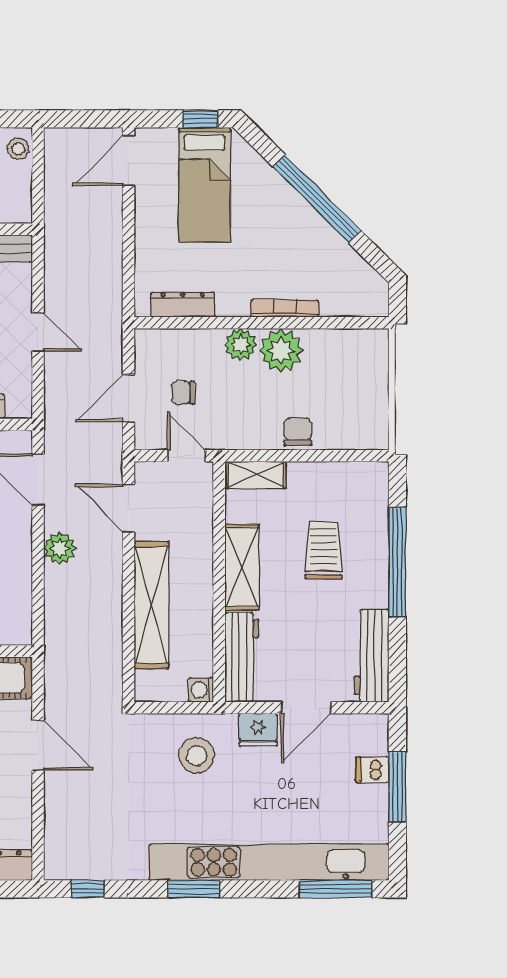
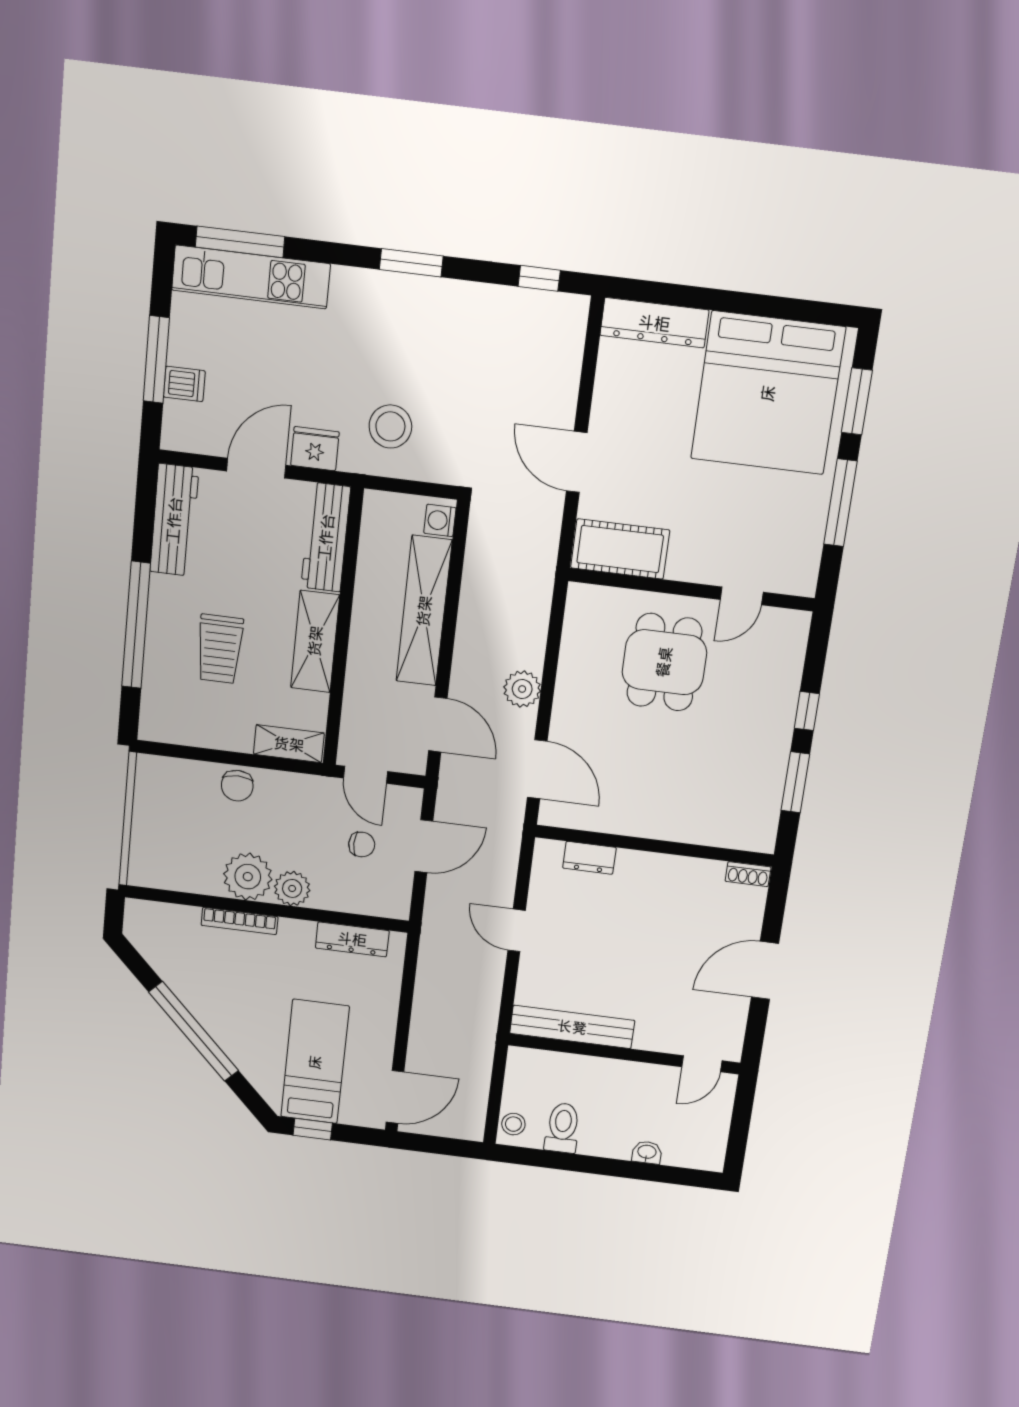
washing machine: (201, 690) -> (440, 520), moved, turned 180
kitchen unit: (269, 862) -> (251, 277), width x0.54

